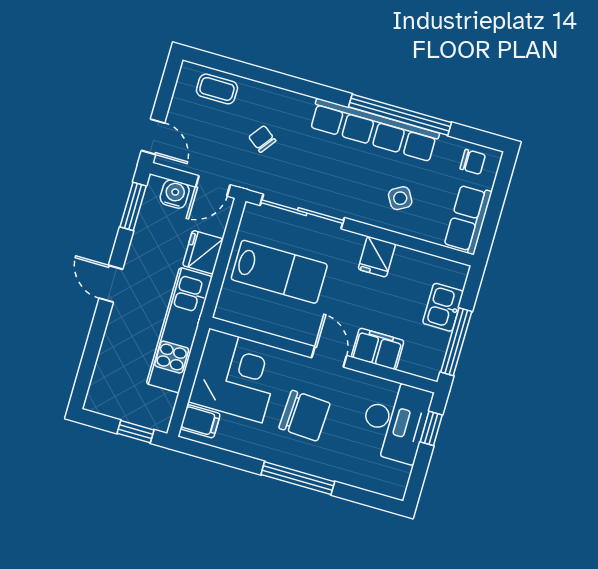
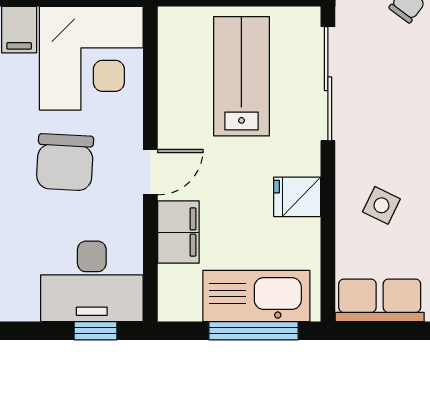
side table: (400, 198) -> (381, 205), turned -34
lab bench: (279, 272) -> (241, 76), turned 180
kitchen sink: (443, 307) -> (256, 296), width x1.87, depth x1.24
window: (456, 342) -> (254, 331), moved

